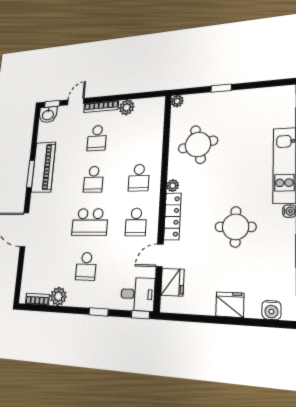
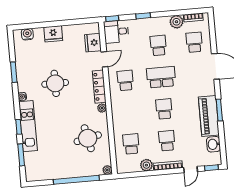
window: (221, 88) -> (76, 180), width x3.17
washbasin: (48, 115) -> (213, 144), moved, turned -90
school desk: (139, 178) -> (131, 144), moved
school desk: (42, 265) -> (194, 42), added

